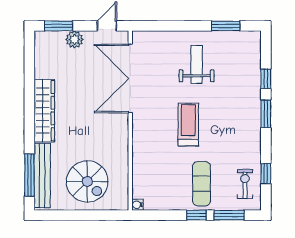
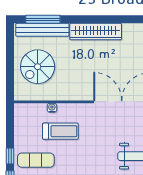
treadmill: (188, 124) -> (60, 131), moved
water cooler: (137, 205) -> (52, 108), moved

